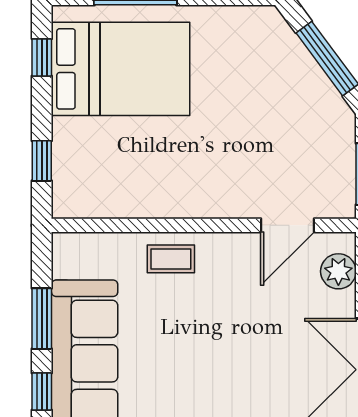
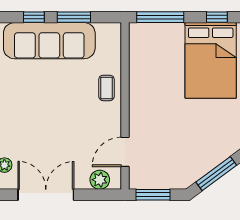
window: (42, 161) -> (160, 17), width x2.17
door: (288, 225) -> (125, 152), hinge flipped

